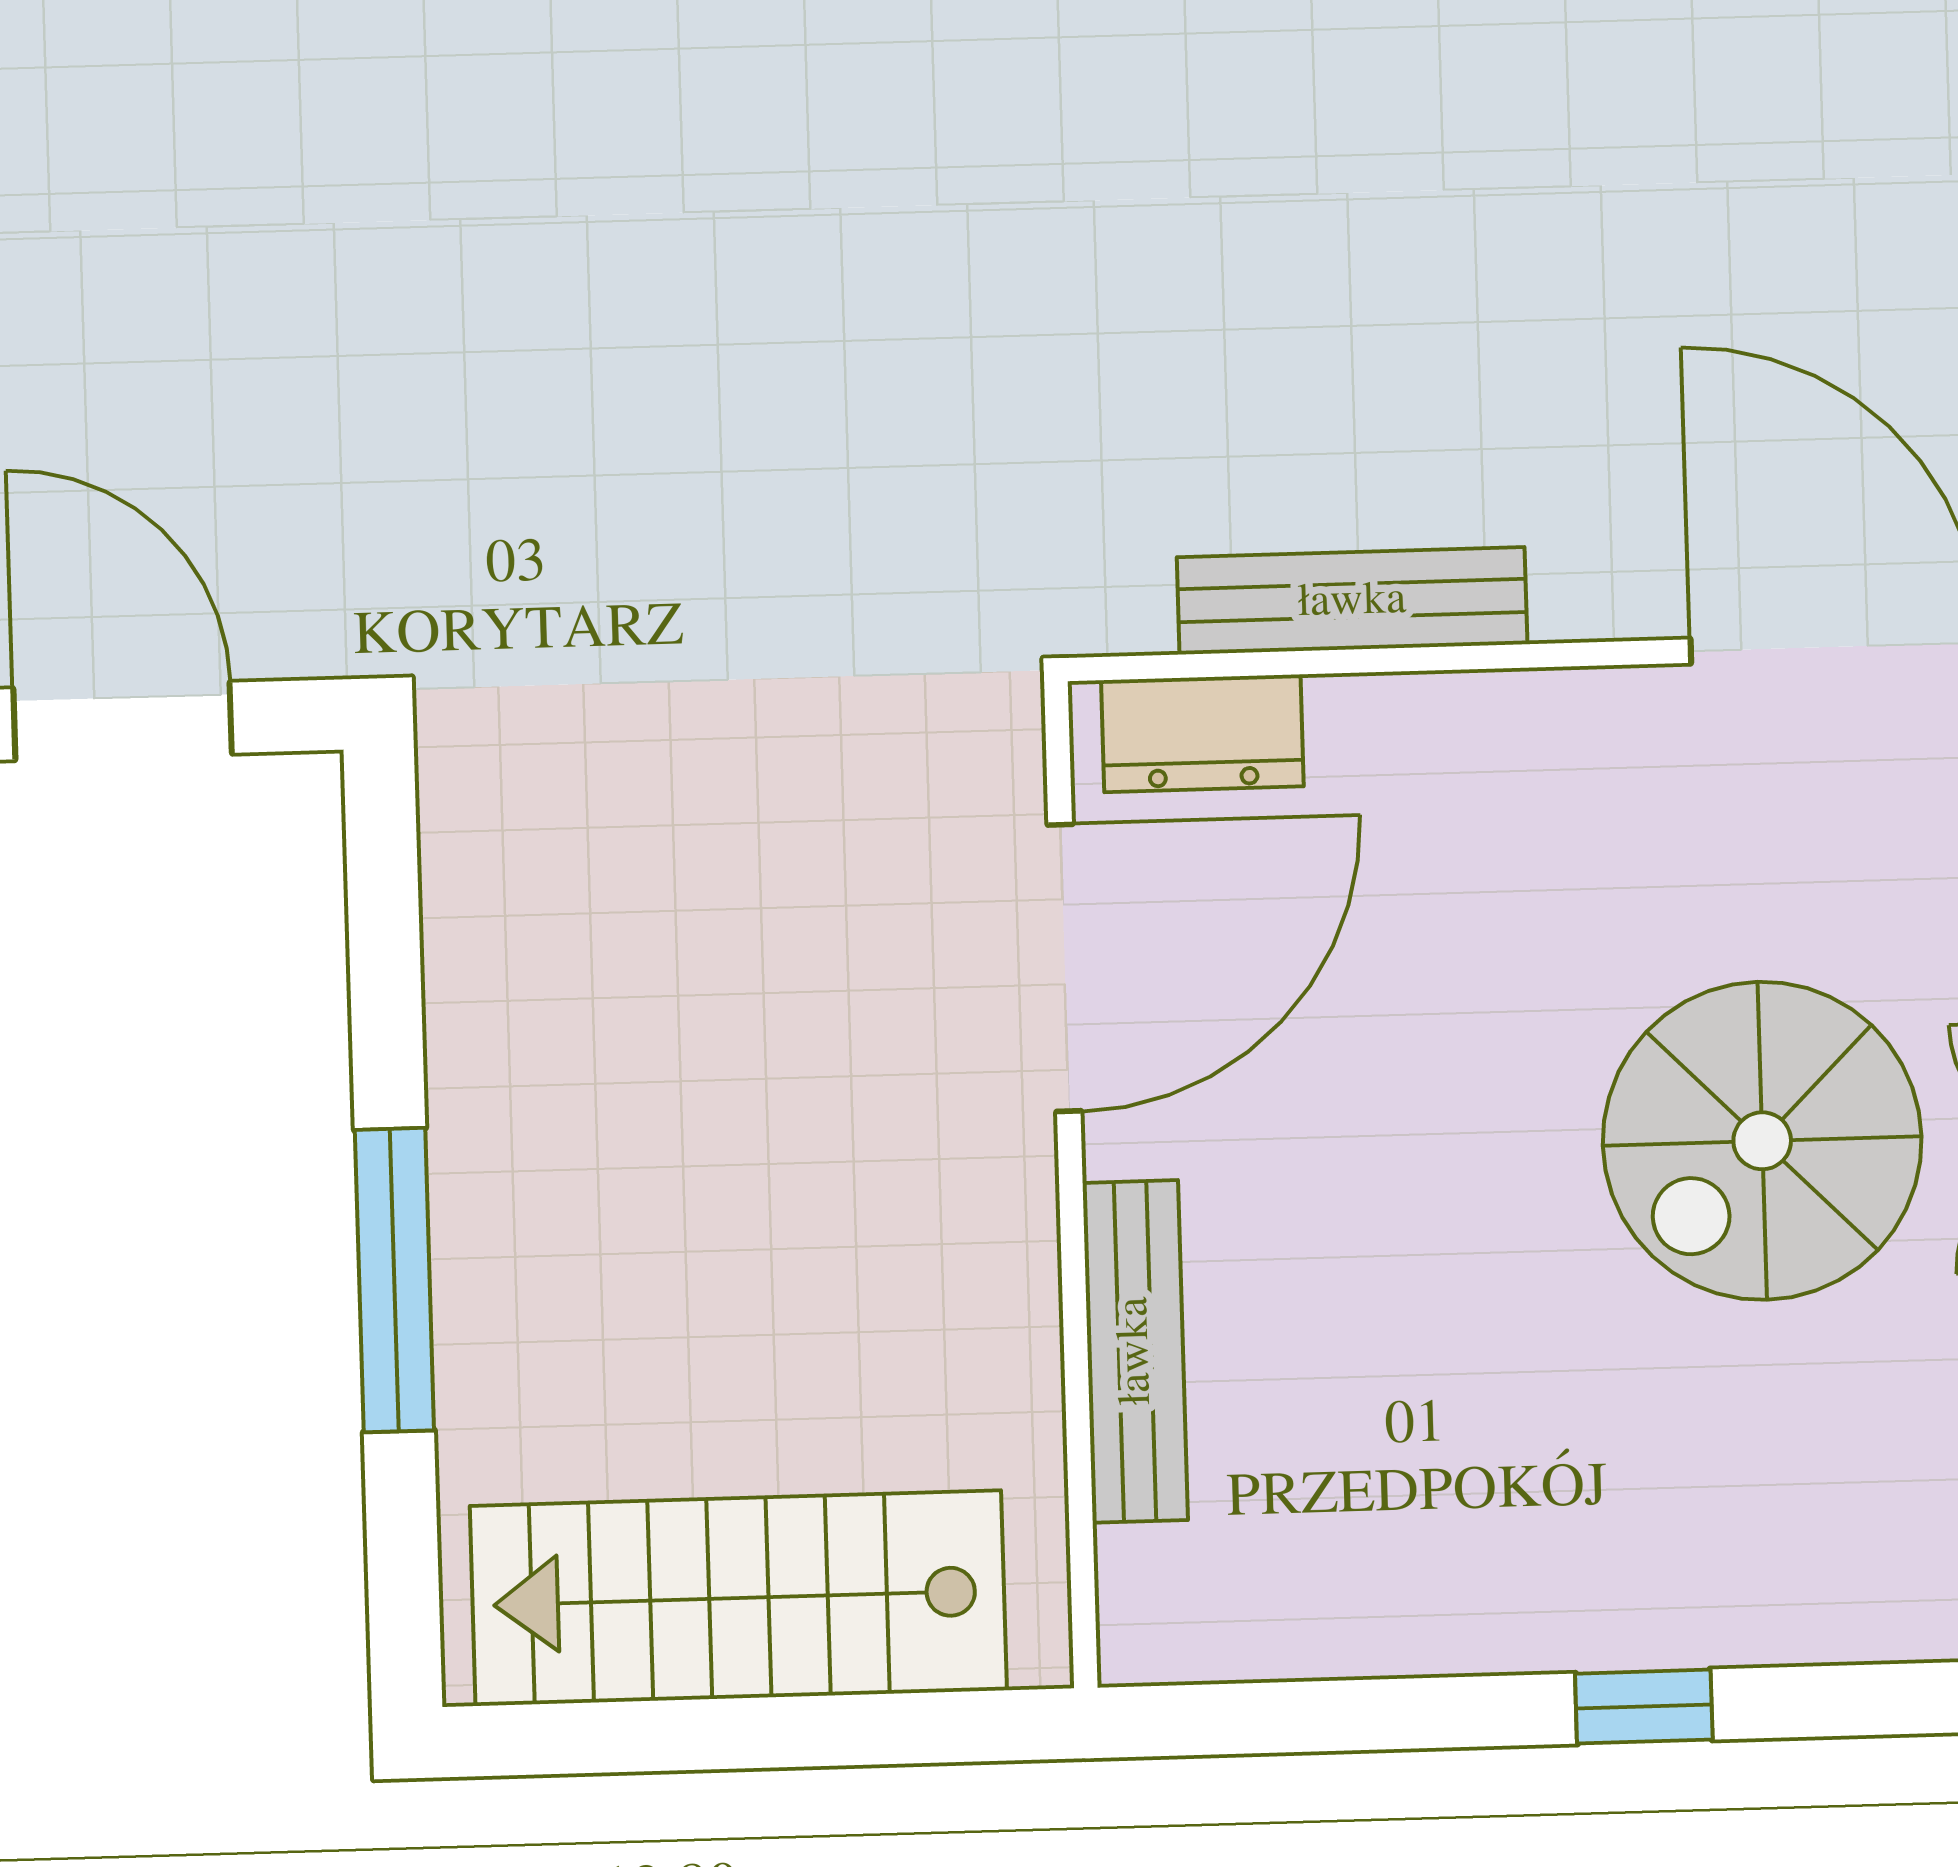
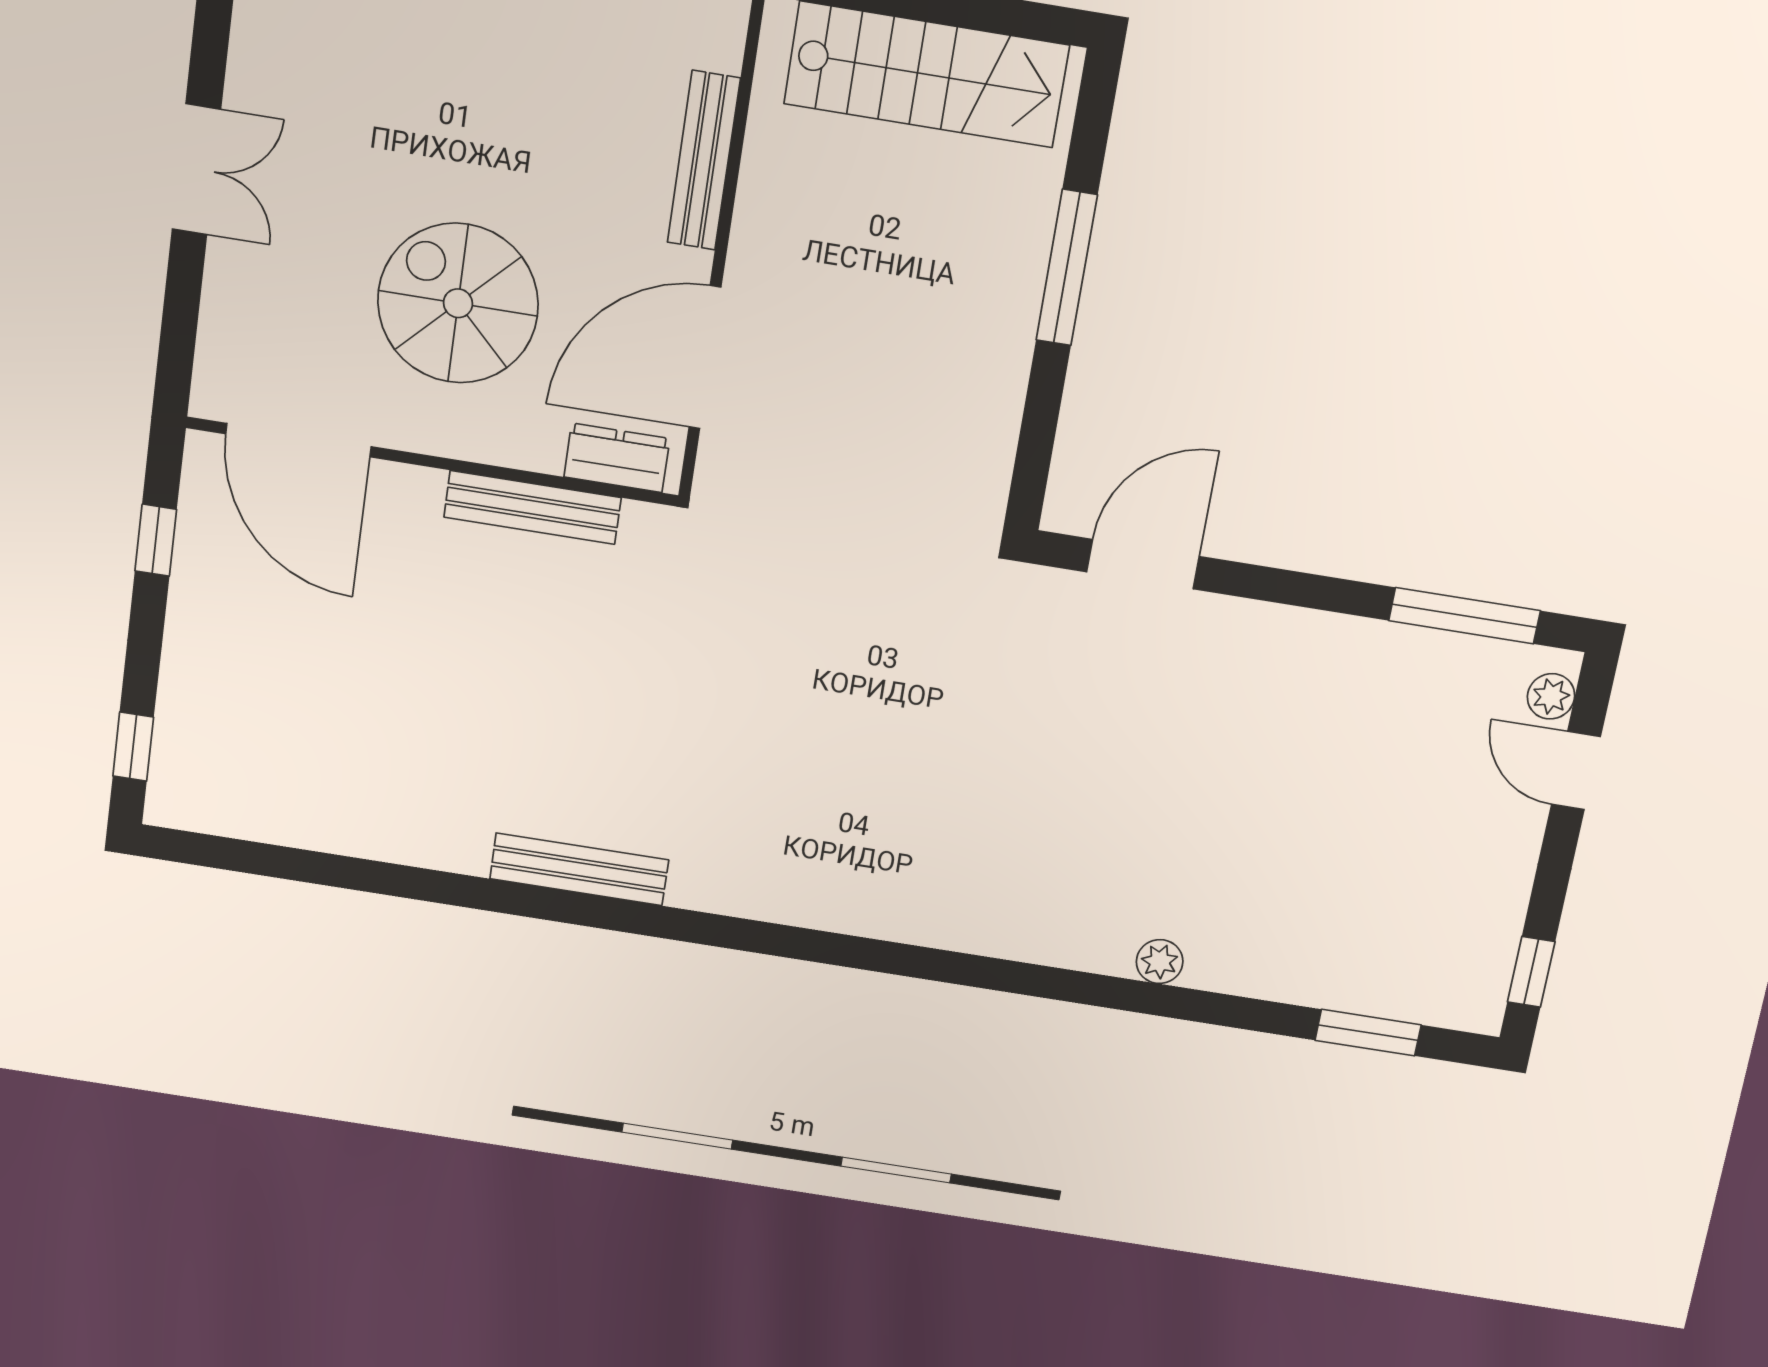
door: (123, 721) -> (1143, 564), swing flipped
spiral stairs: (1762, 1141) -> (458, 303), moved, turned -90

